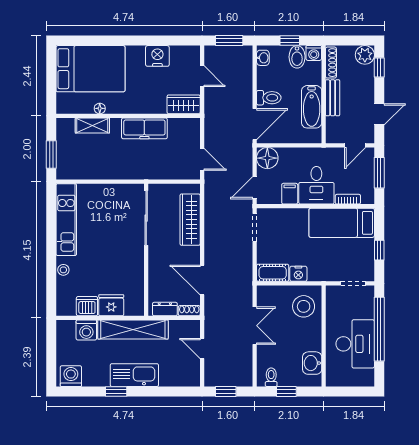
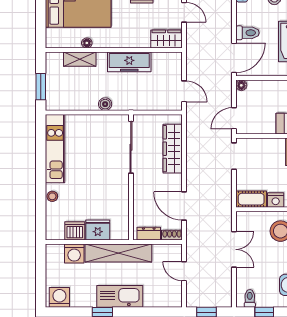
floor lamp: (267, 158) -> (241, 85), width x0.53, depth x0.53
boiler: (119, 173) -> (105, 104), added
filing cabinet: (290, 194) -> (267, 124), removed

